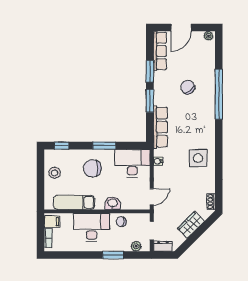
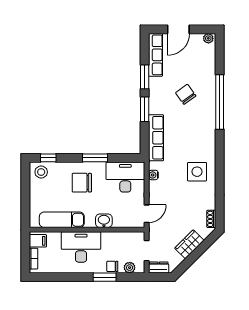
stool: (55, 173) -> (41, 172), moved
chair: (121, 222) -> (112, 266), moved

